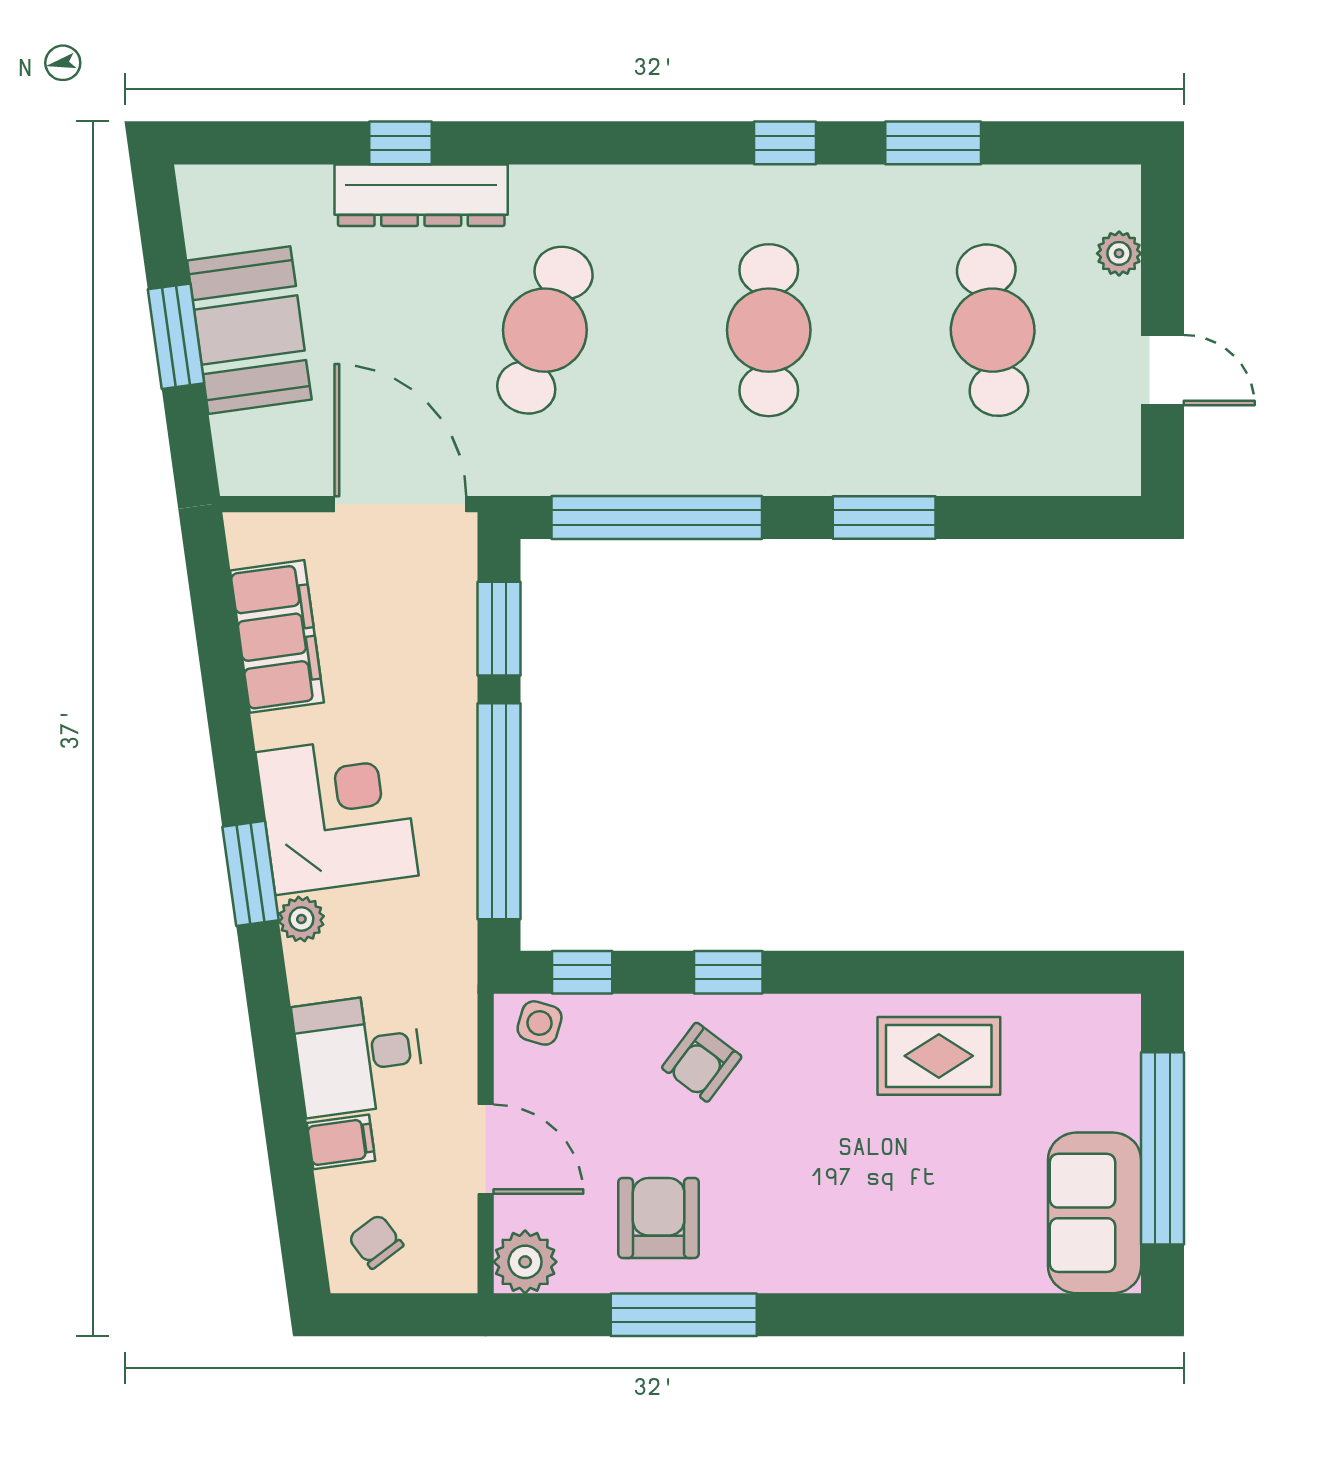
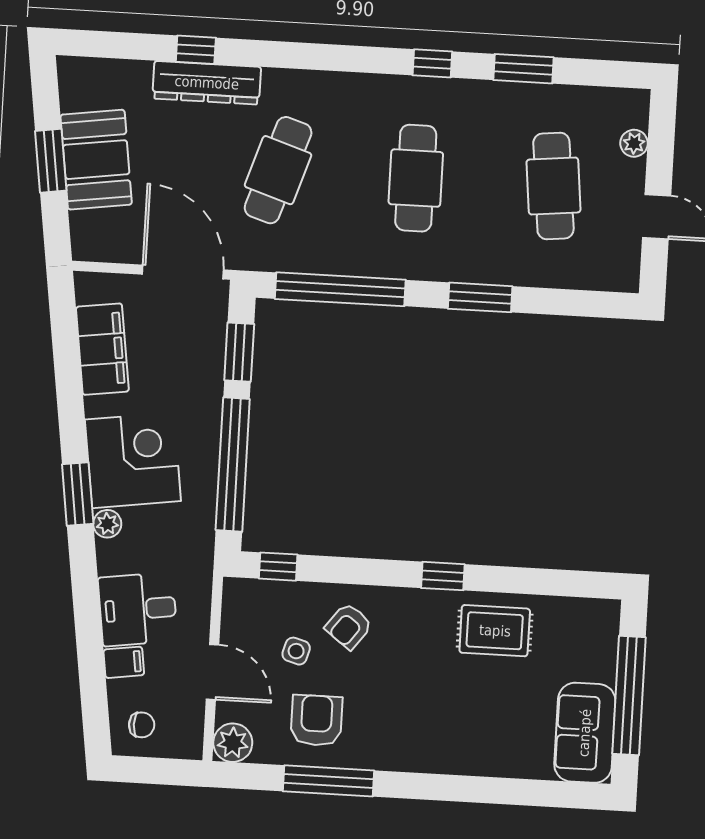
window: (728, 972) -> (443, 576), moved
side table: (540, 1023) -> (296, 651), moved
chair: (376, 1241) -> (142, 725), turned 127

